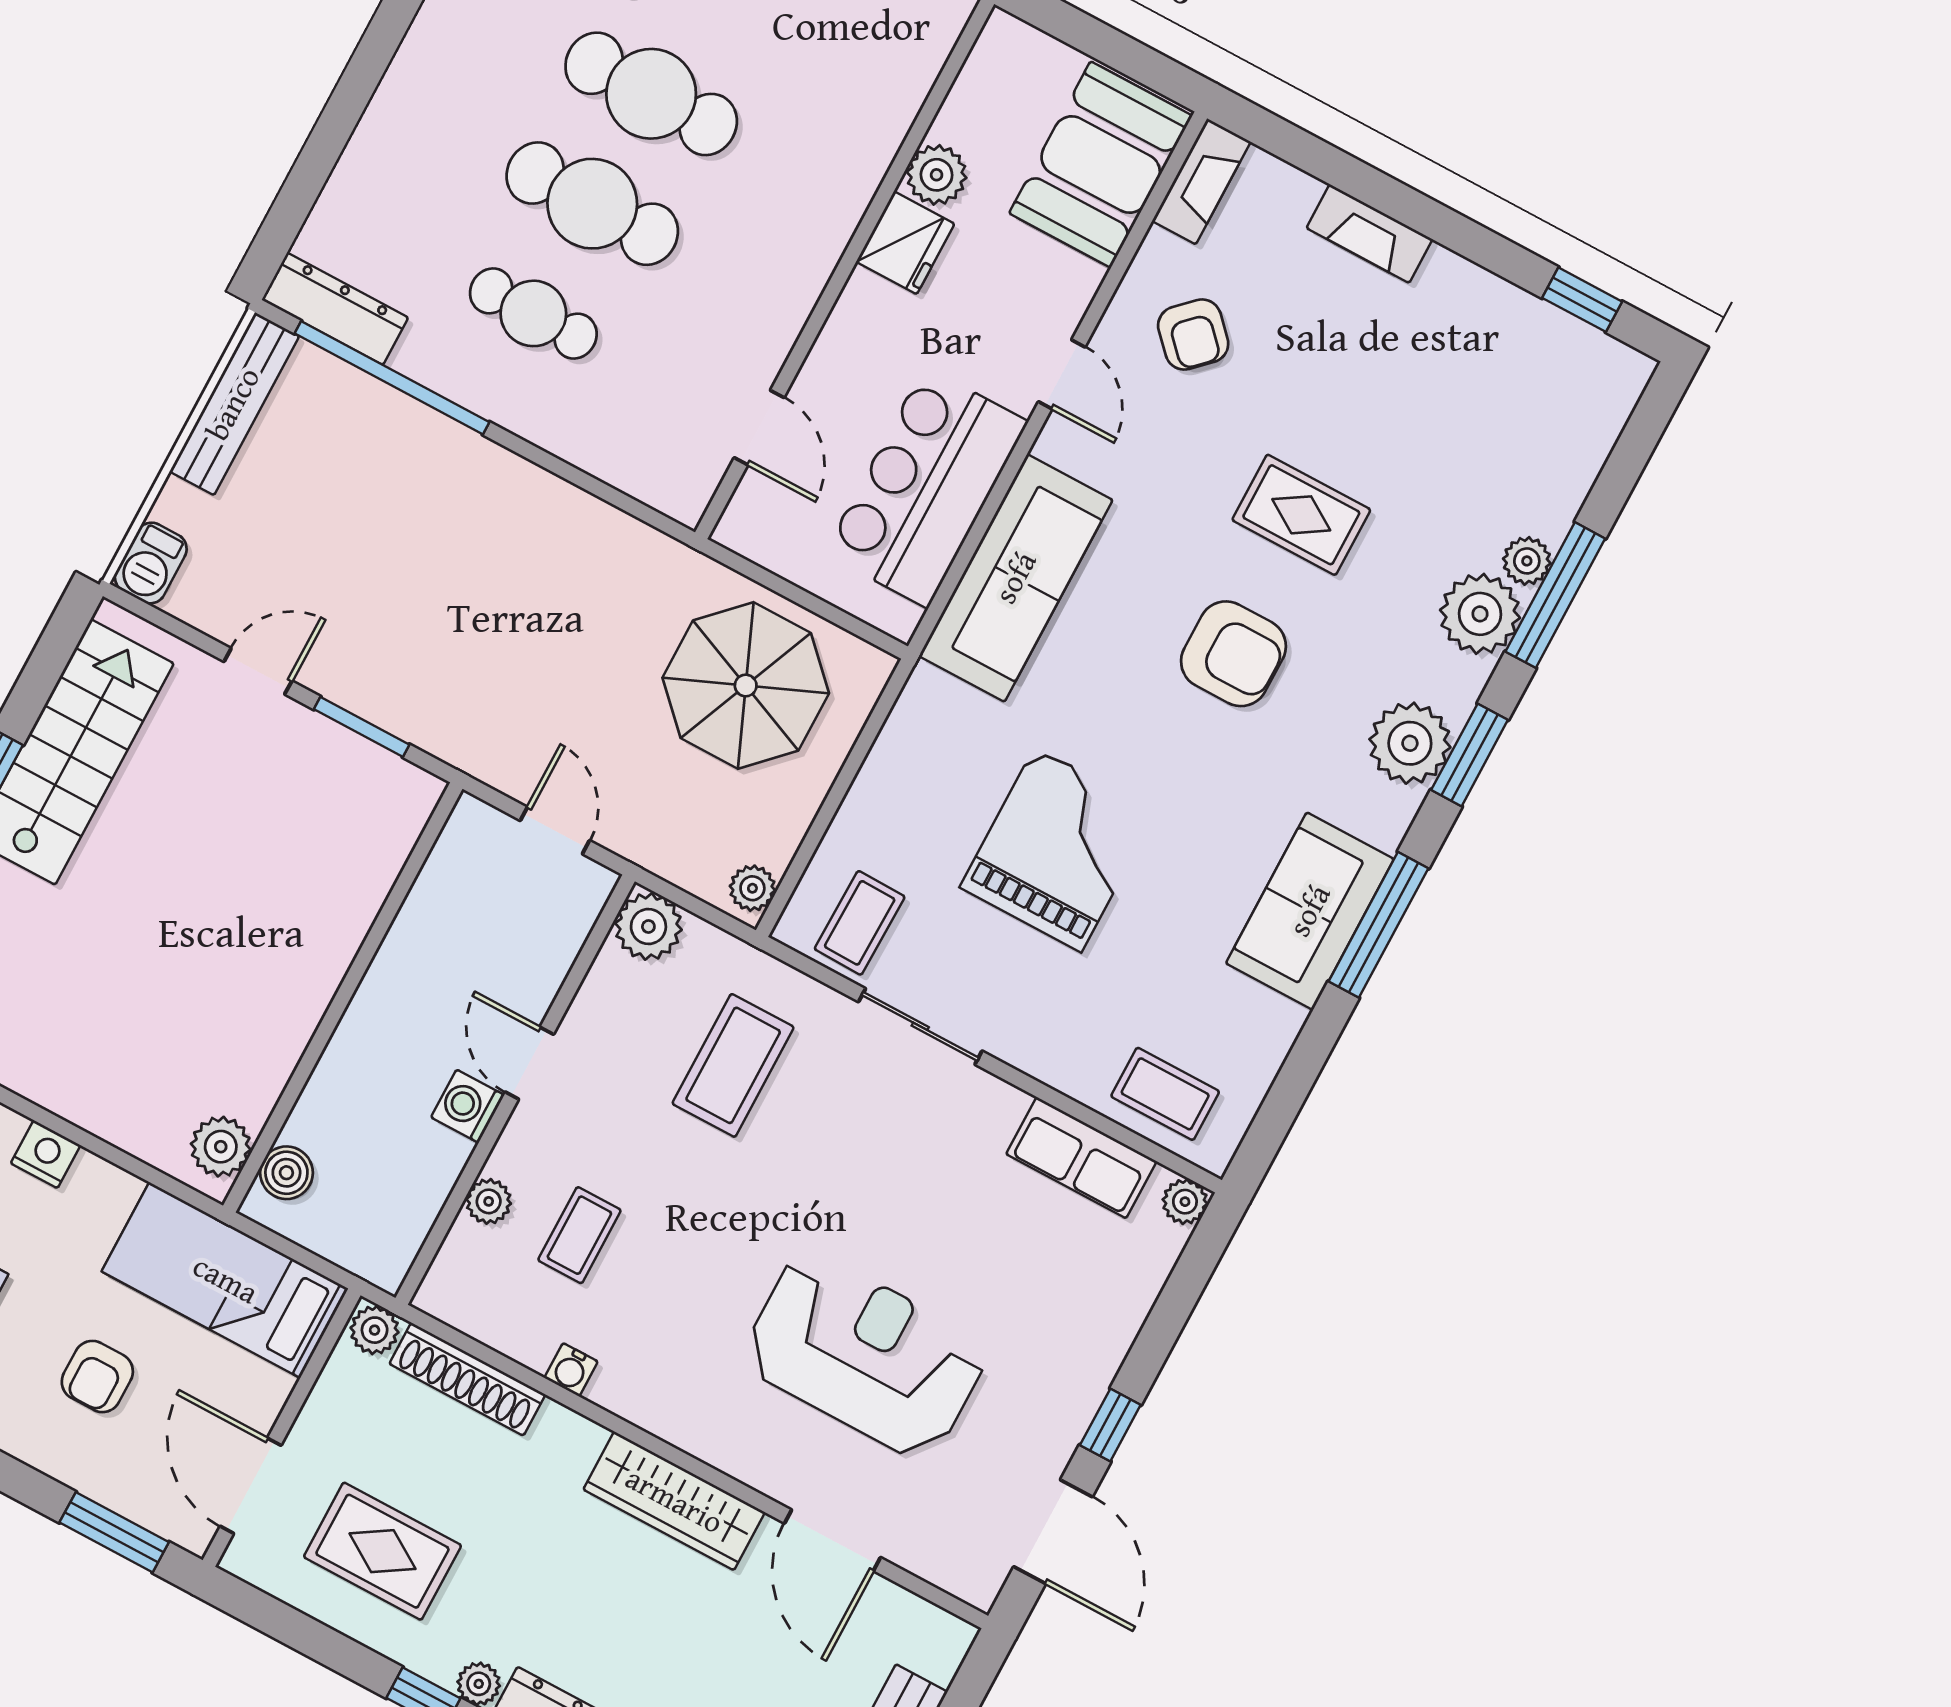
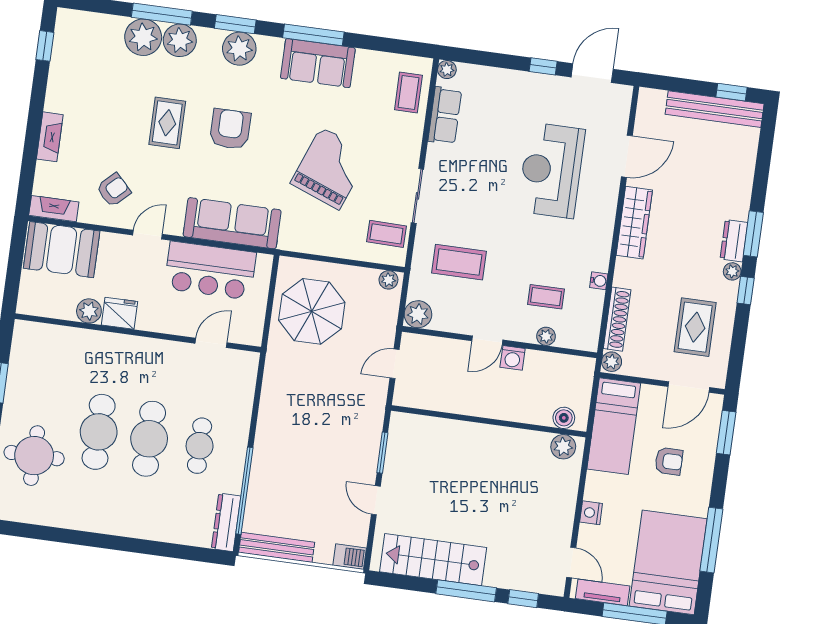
plant: (1527, 561) -> (143, 37), width x1.88, depth x1.88
grand piano: (1058, 850) -> (330, 168), turned 111

